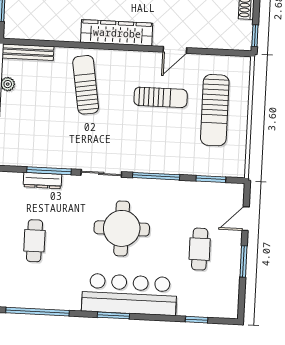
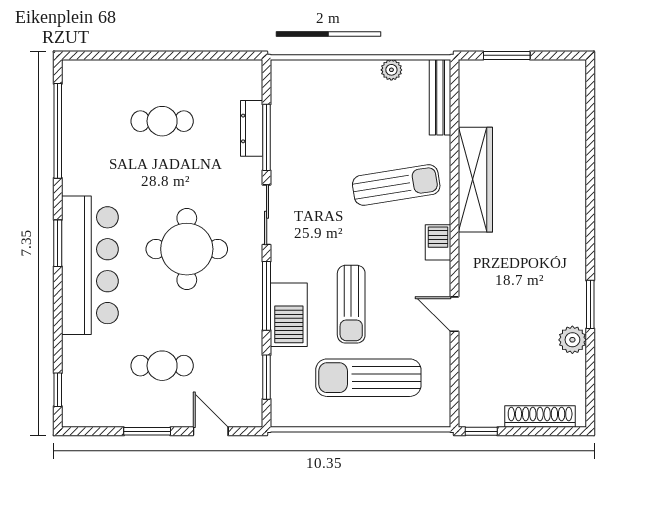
wardrobe: (117, 33) -> (475, 180), moved
barbecue: (126, 59) -> (438, 242), added
sun lounger: (161, 97) -> (351, 304), moved
barbecue: (170, 162) -> (289, 315), added
window: (197, 320) -> (58, 390), moved

